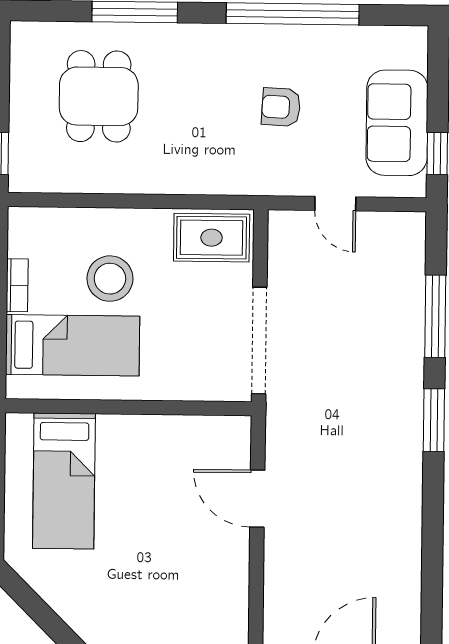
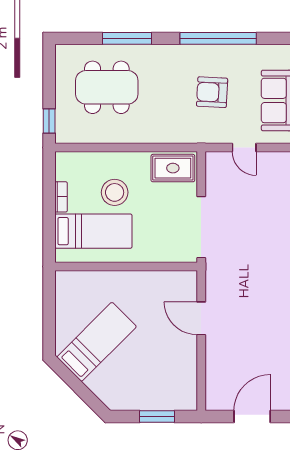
dining table: (99, 96) -> (107, 87), width x1.38
armchair: (281, 107) -> (212, 92), width x1.38, depth x1.38
bed: (64, 481) -> (97, 342), moved, turned -135

